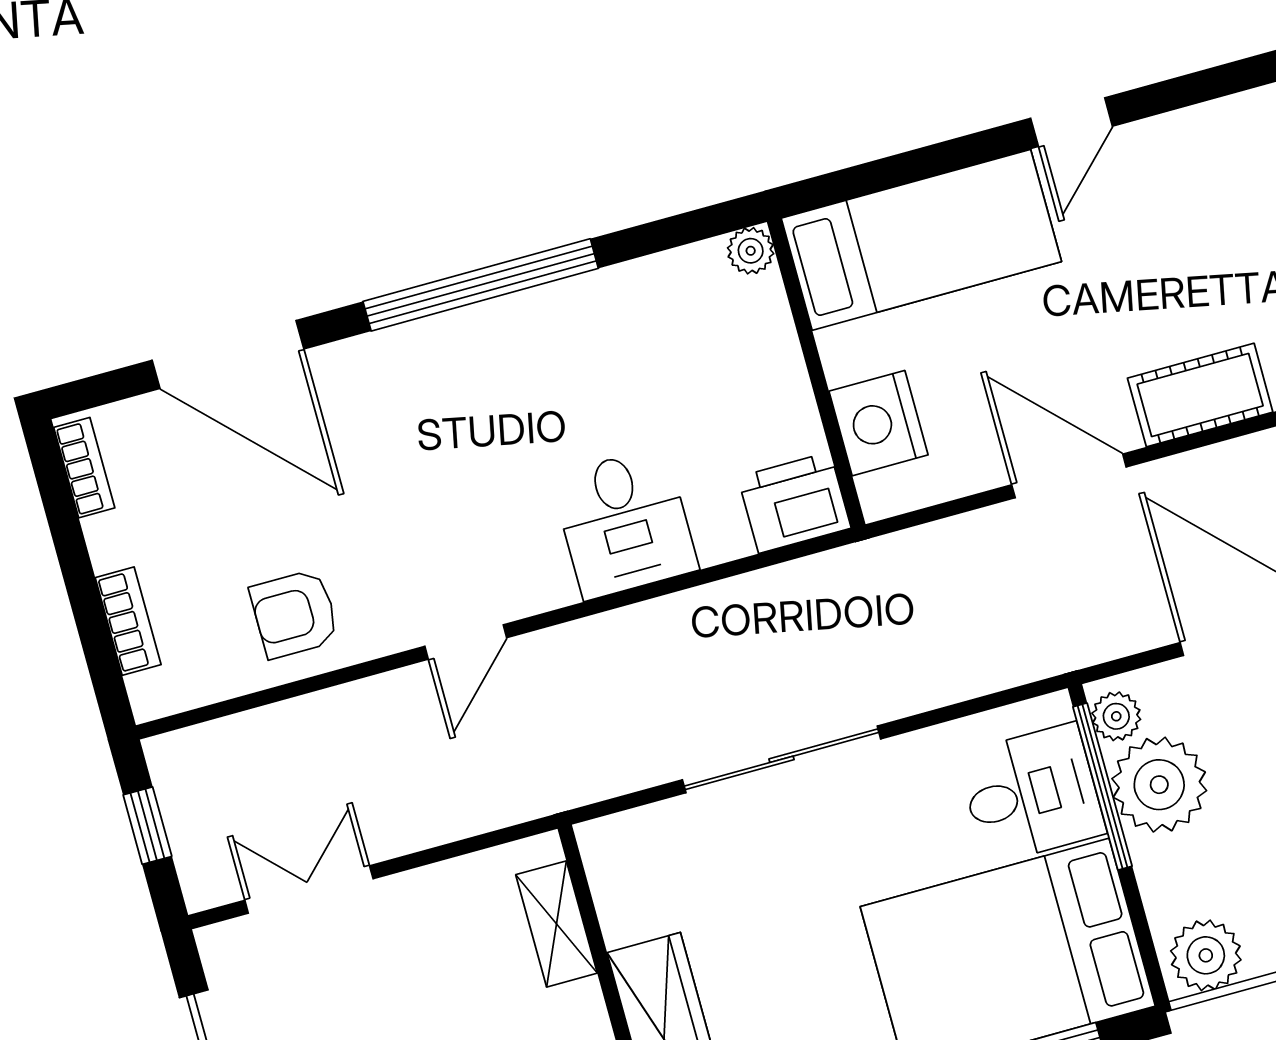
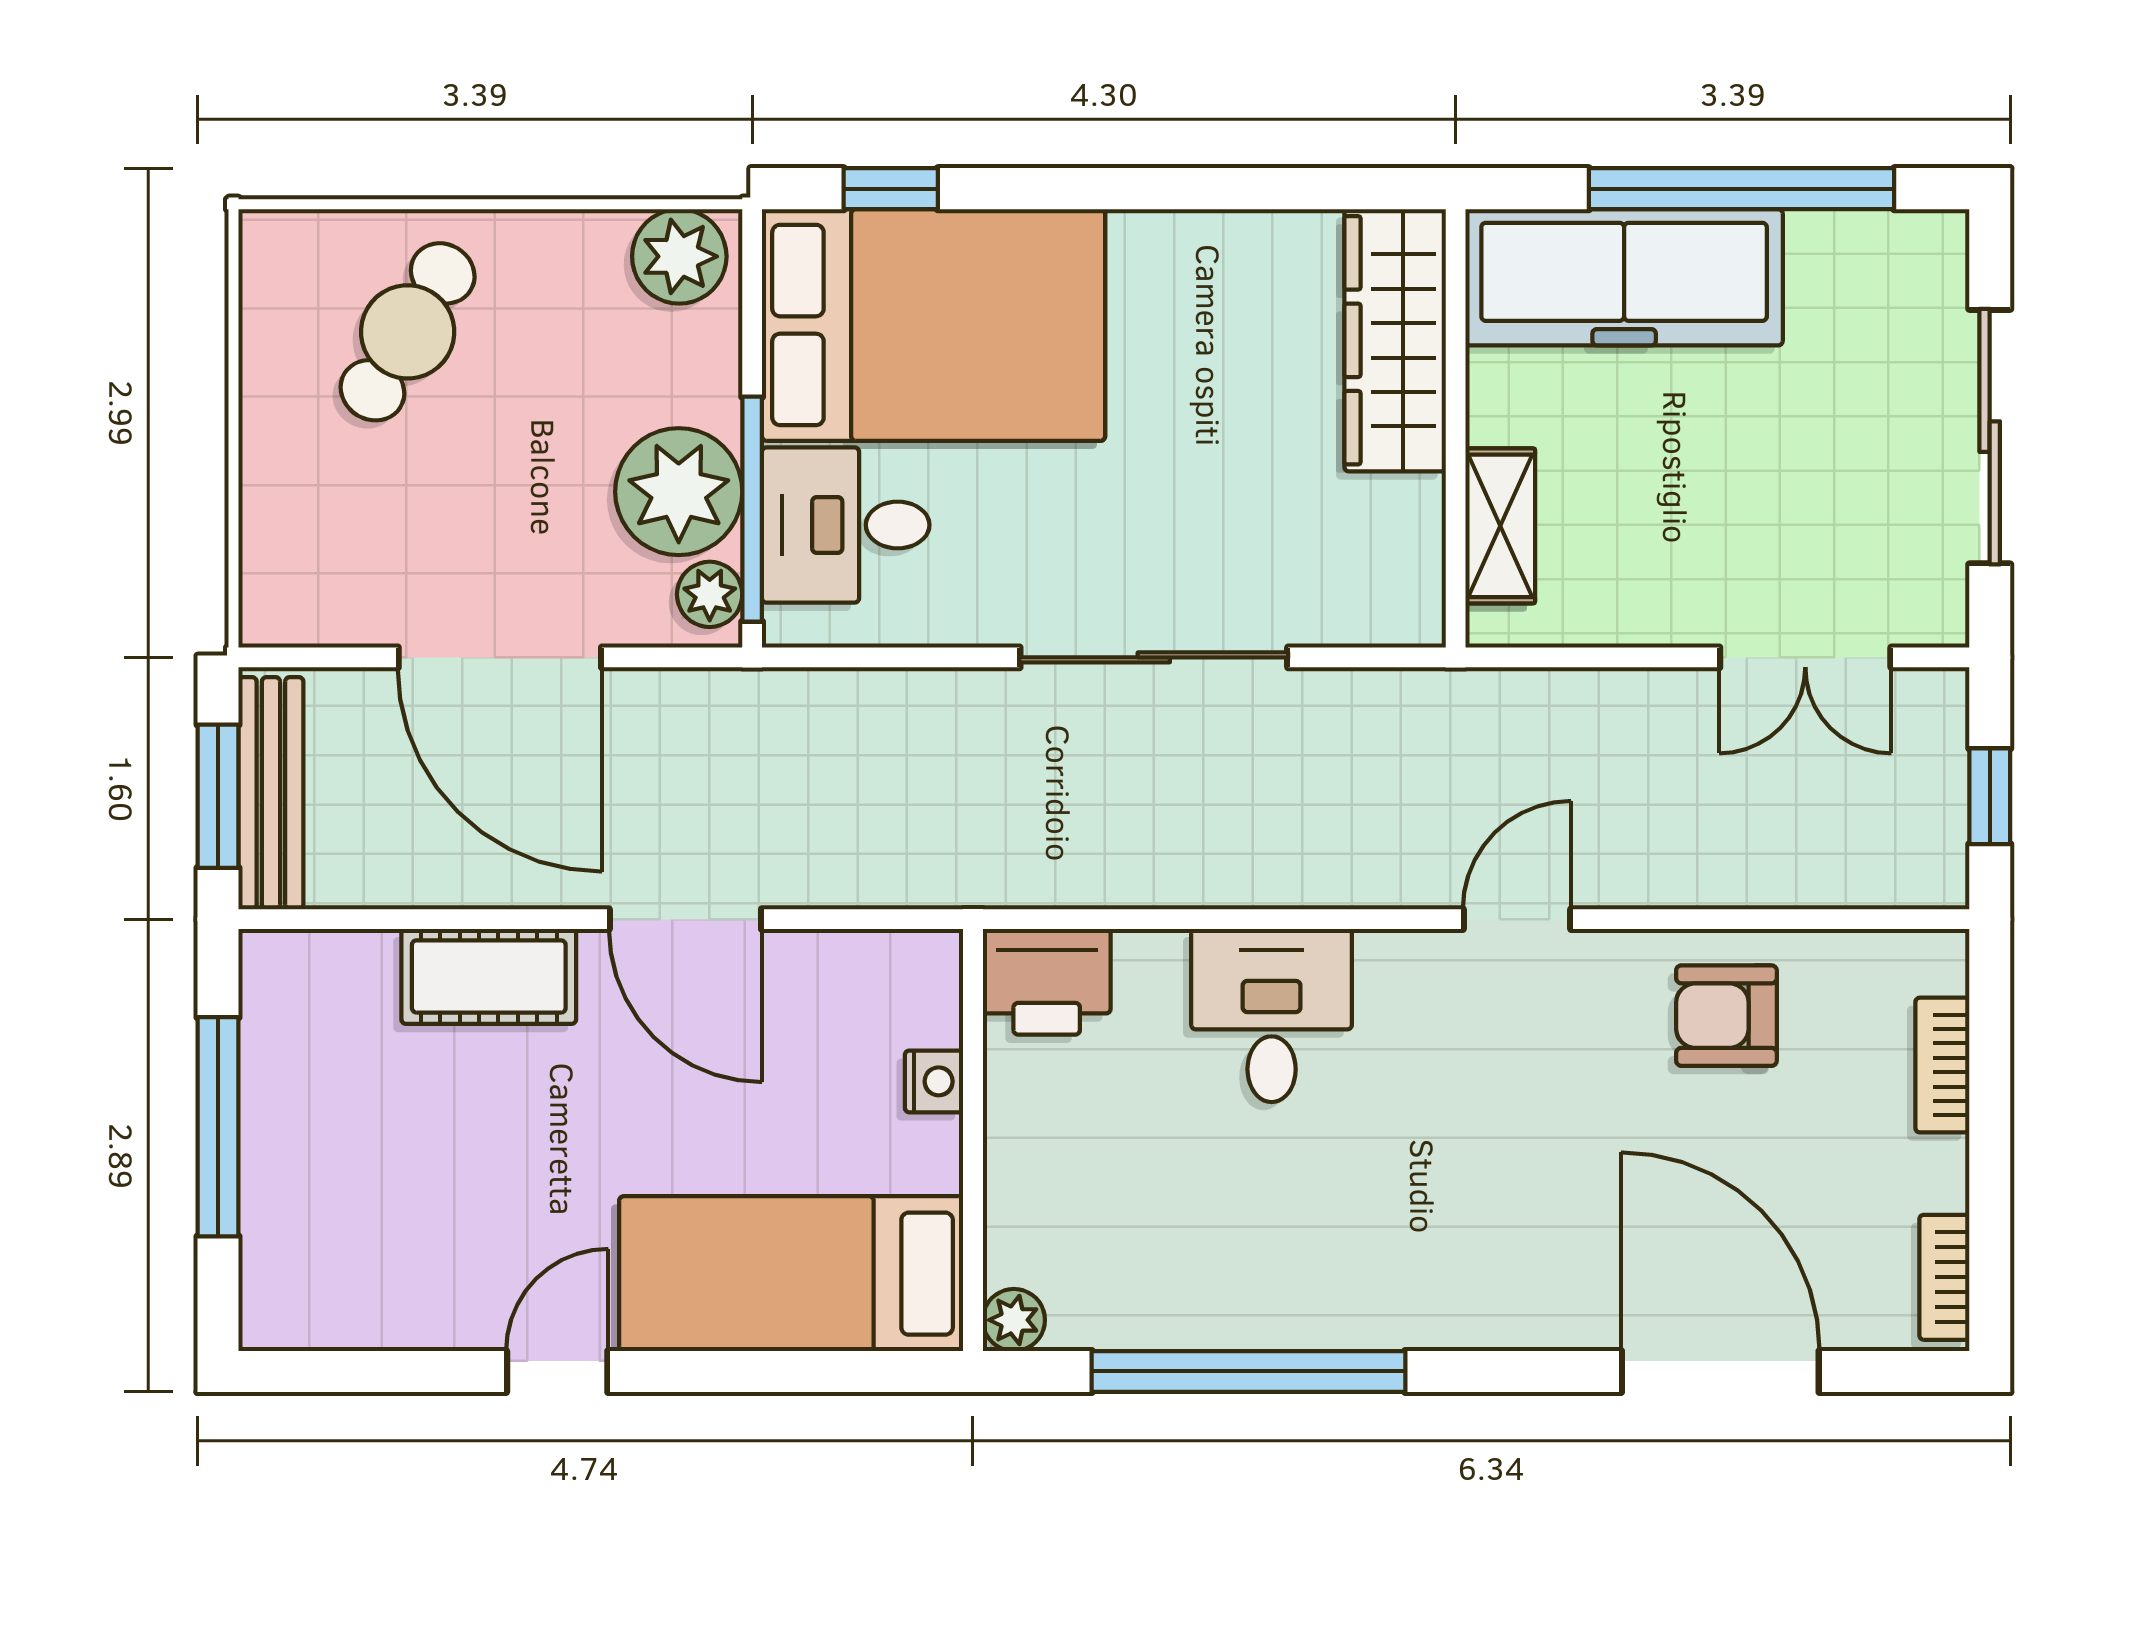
window: (481, 285) -> (1248, 1371), moved
nightstand: (879, 423) -> (934, 1081), width x0.53, depth x0.56
armchair: (295, 614) -> (1726, 1016), turned 180

